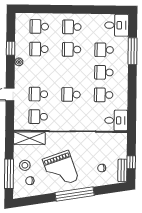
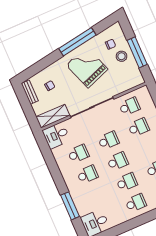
school desk: (104, 50) -> (118, 161), moved
shelving: (29, 138) -> (53, 116), moved
window: (131, 162) -> (25, 103), removed
window: (9, 174) -> (137, 52), moved
window: (75, 194) -> (77, 42), moved

